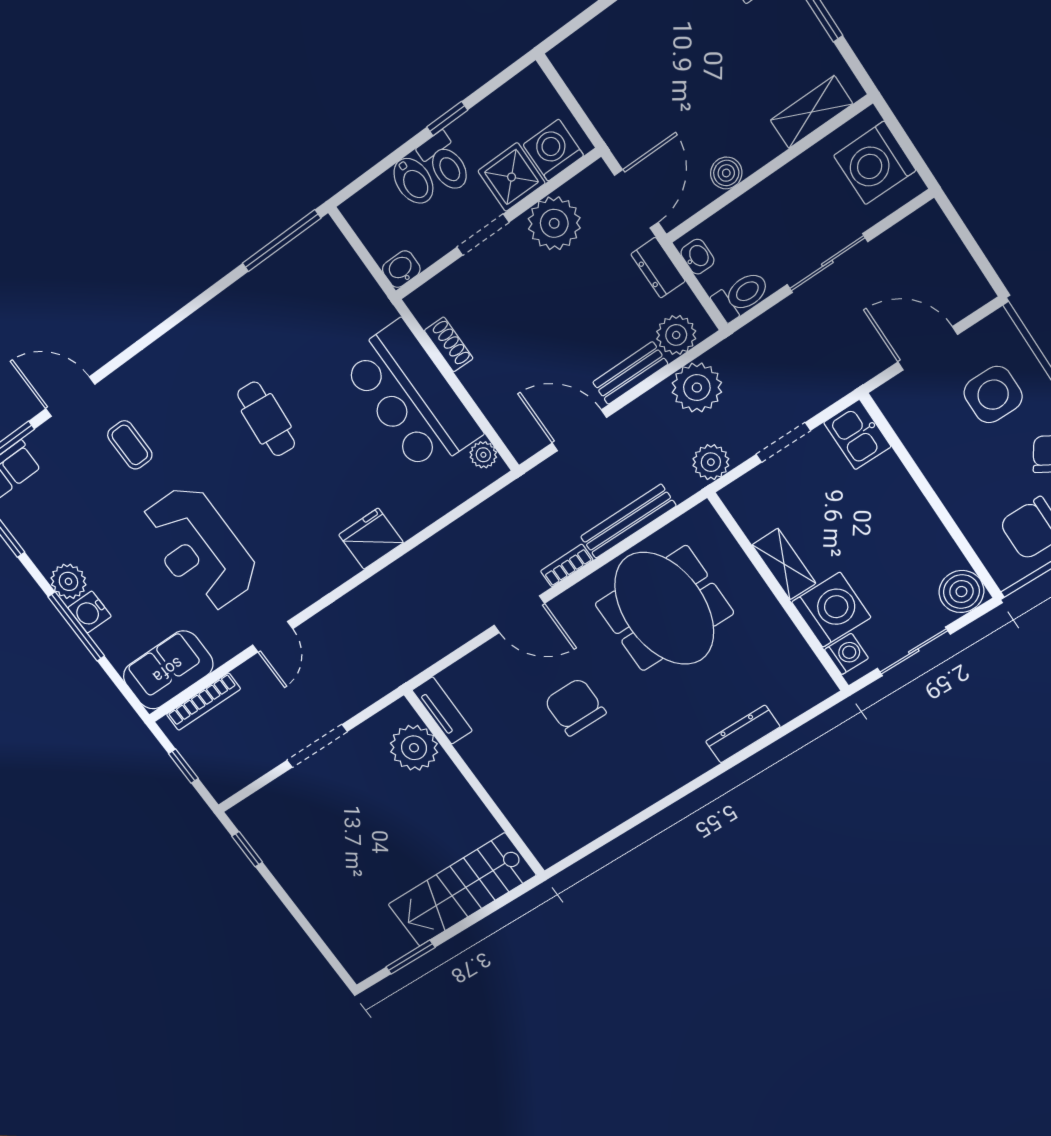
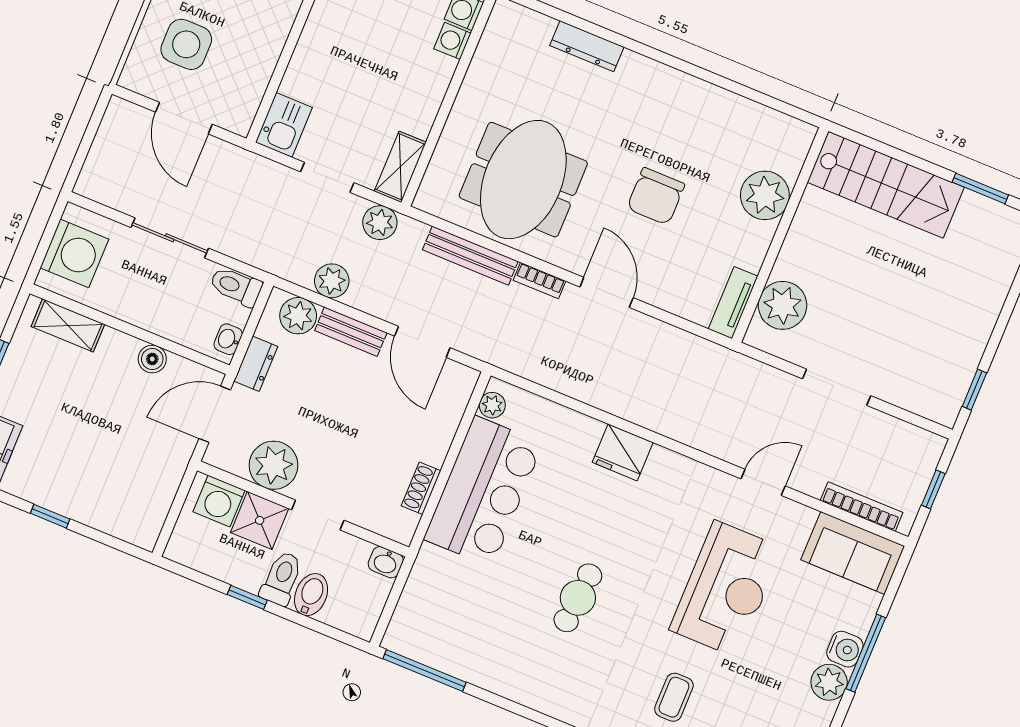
plant: (697, 388) -> (332, 281), width x0.73, depth x0.73
shelving: (784, 564) -> (400, 167), moved
washing machine: (831, 610) -> (452, 41), width x0.53, depth x0.53
plant: (516, 793) -> (765, 195), added

